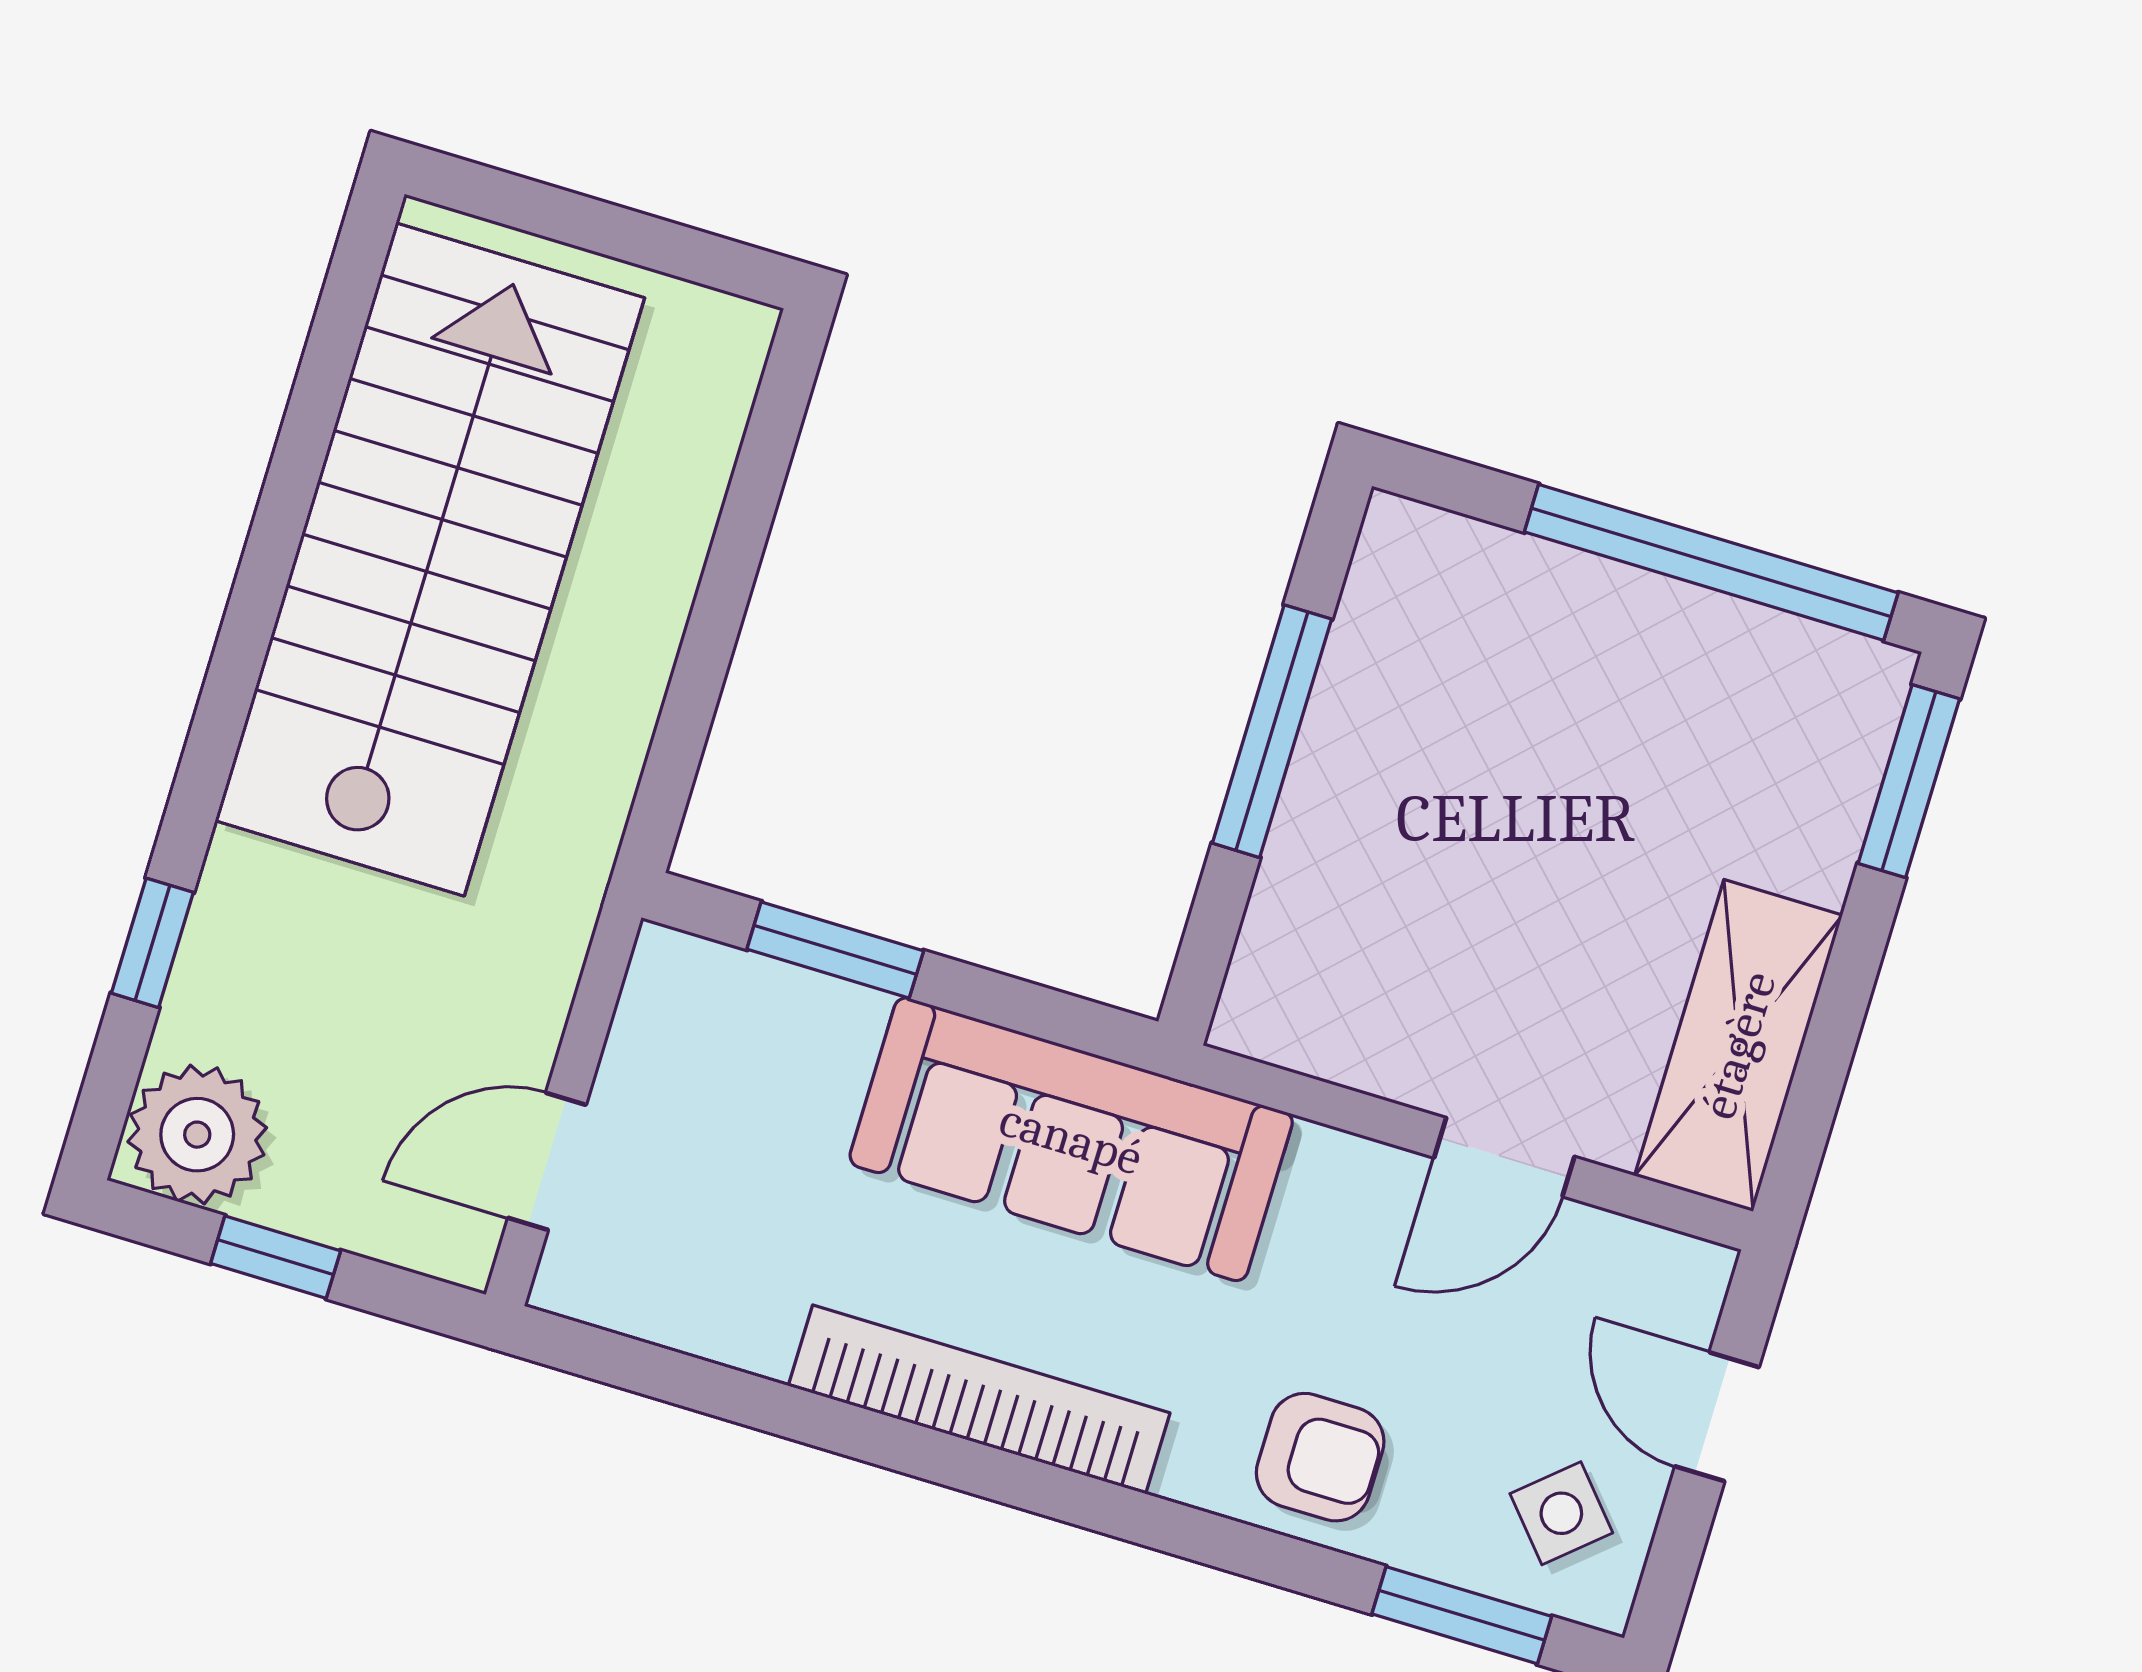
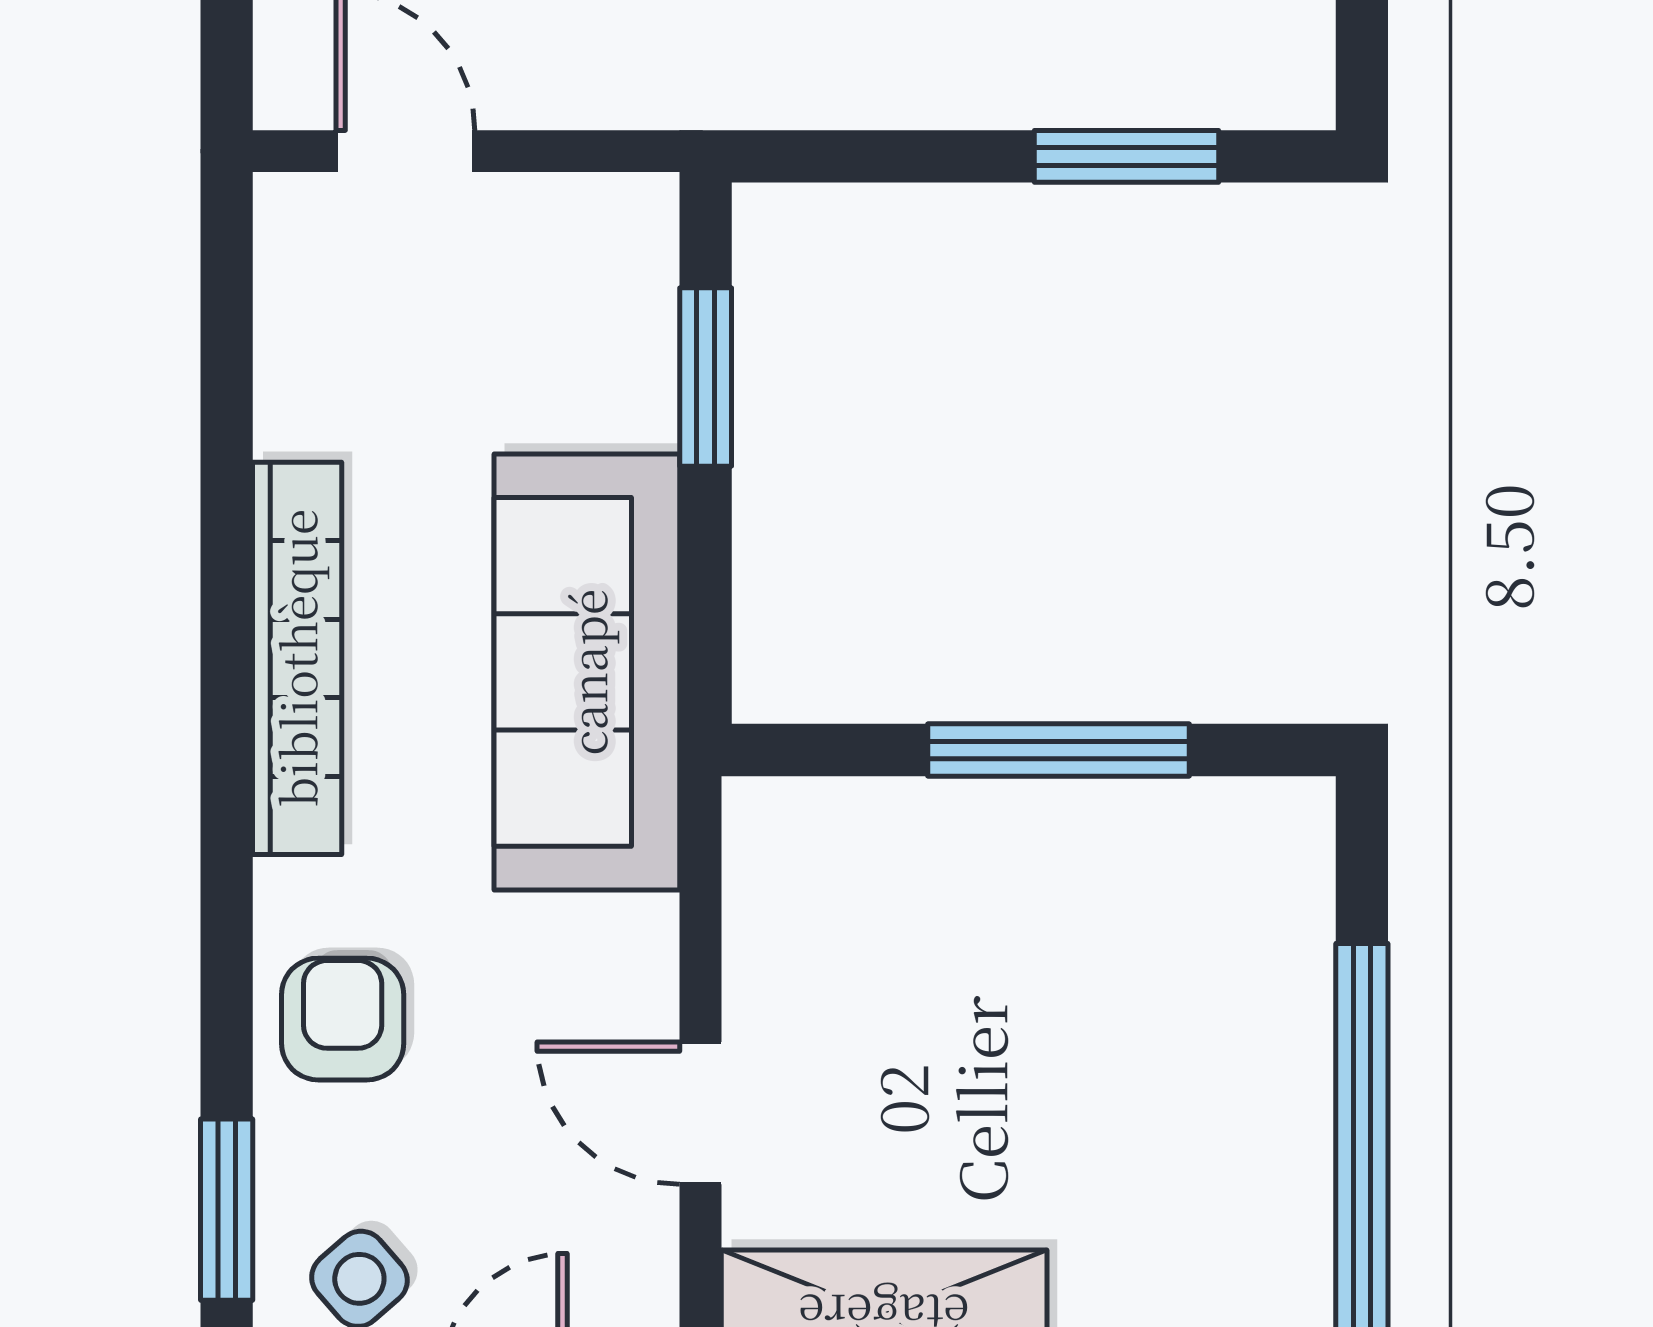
window: (750, 506) -> (1126, 156), added
armchair: (1320, 1457) -> (343, 1019), turned 180

